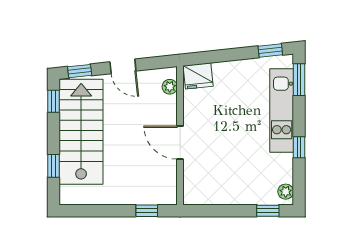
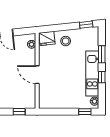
window: (299, 80) -> (102, 54), moved
stool: (232, 81) -> (66, 41), added
kitchen unit: (282, 110) -> (92, 73), moved

